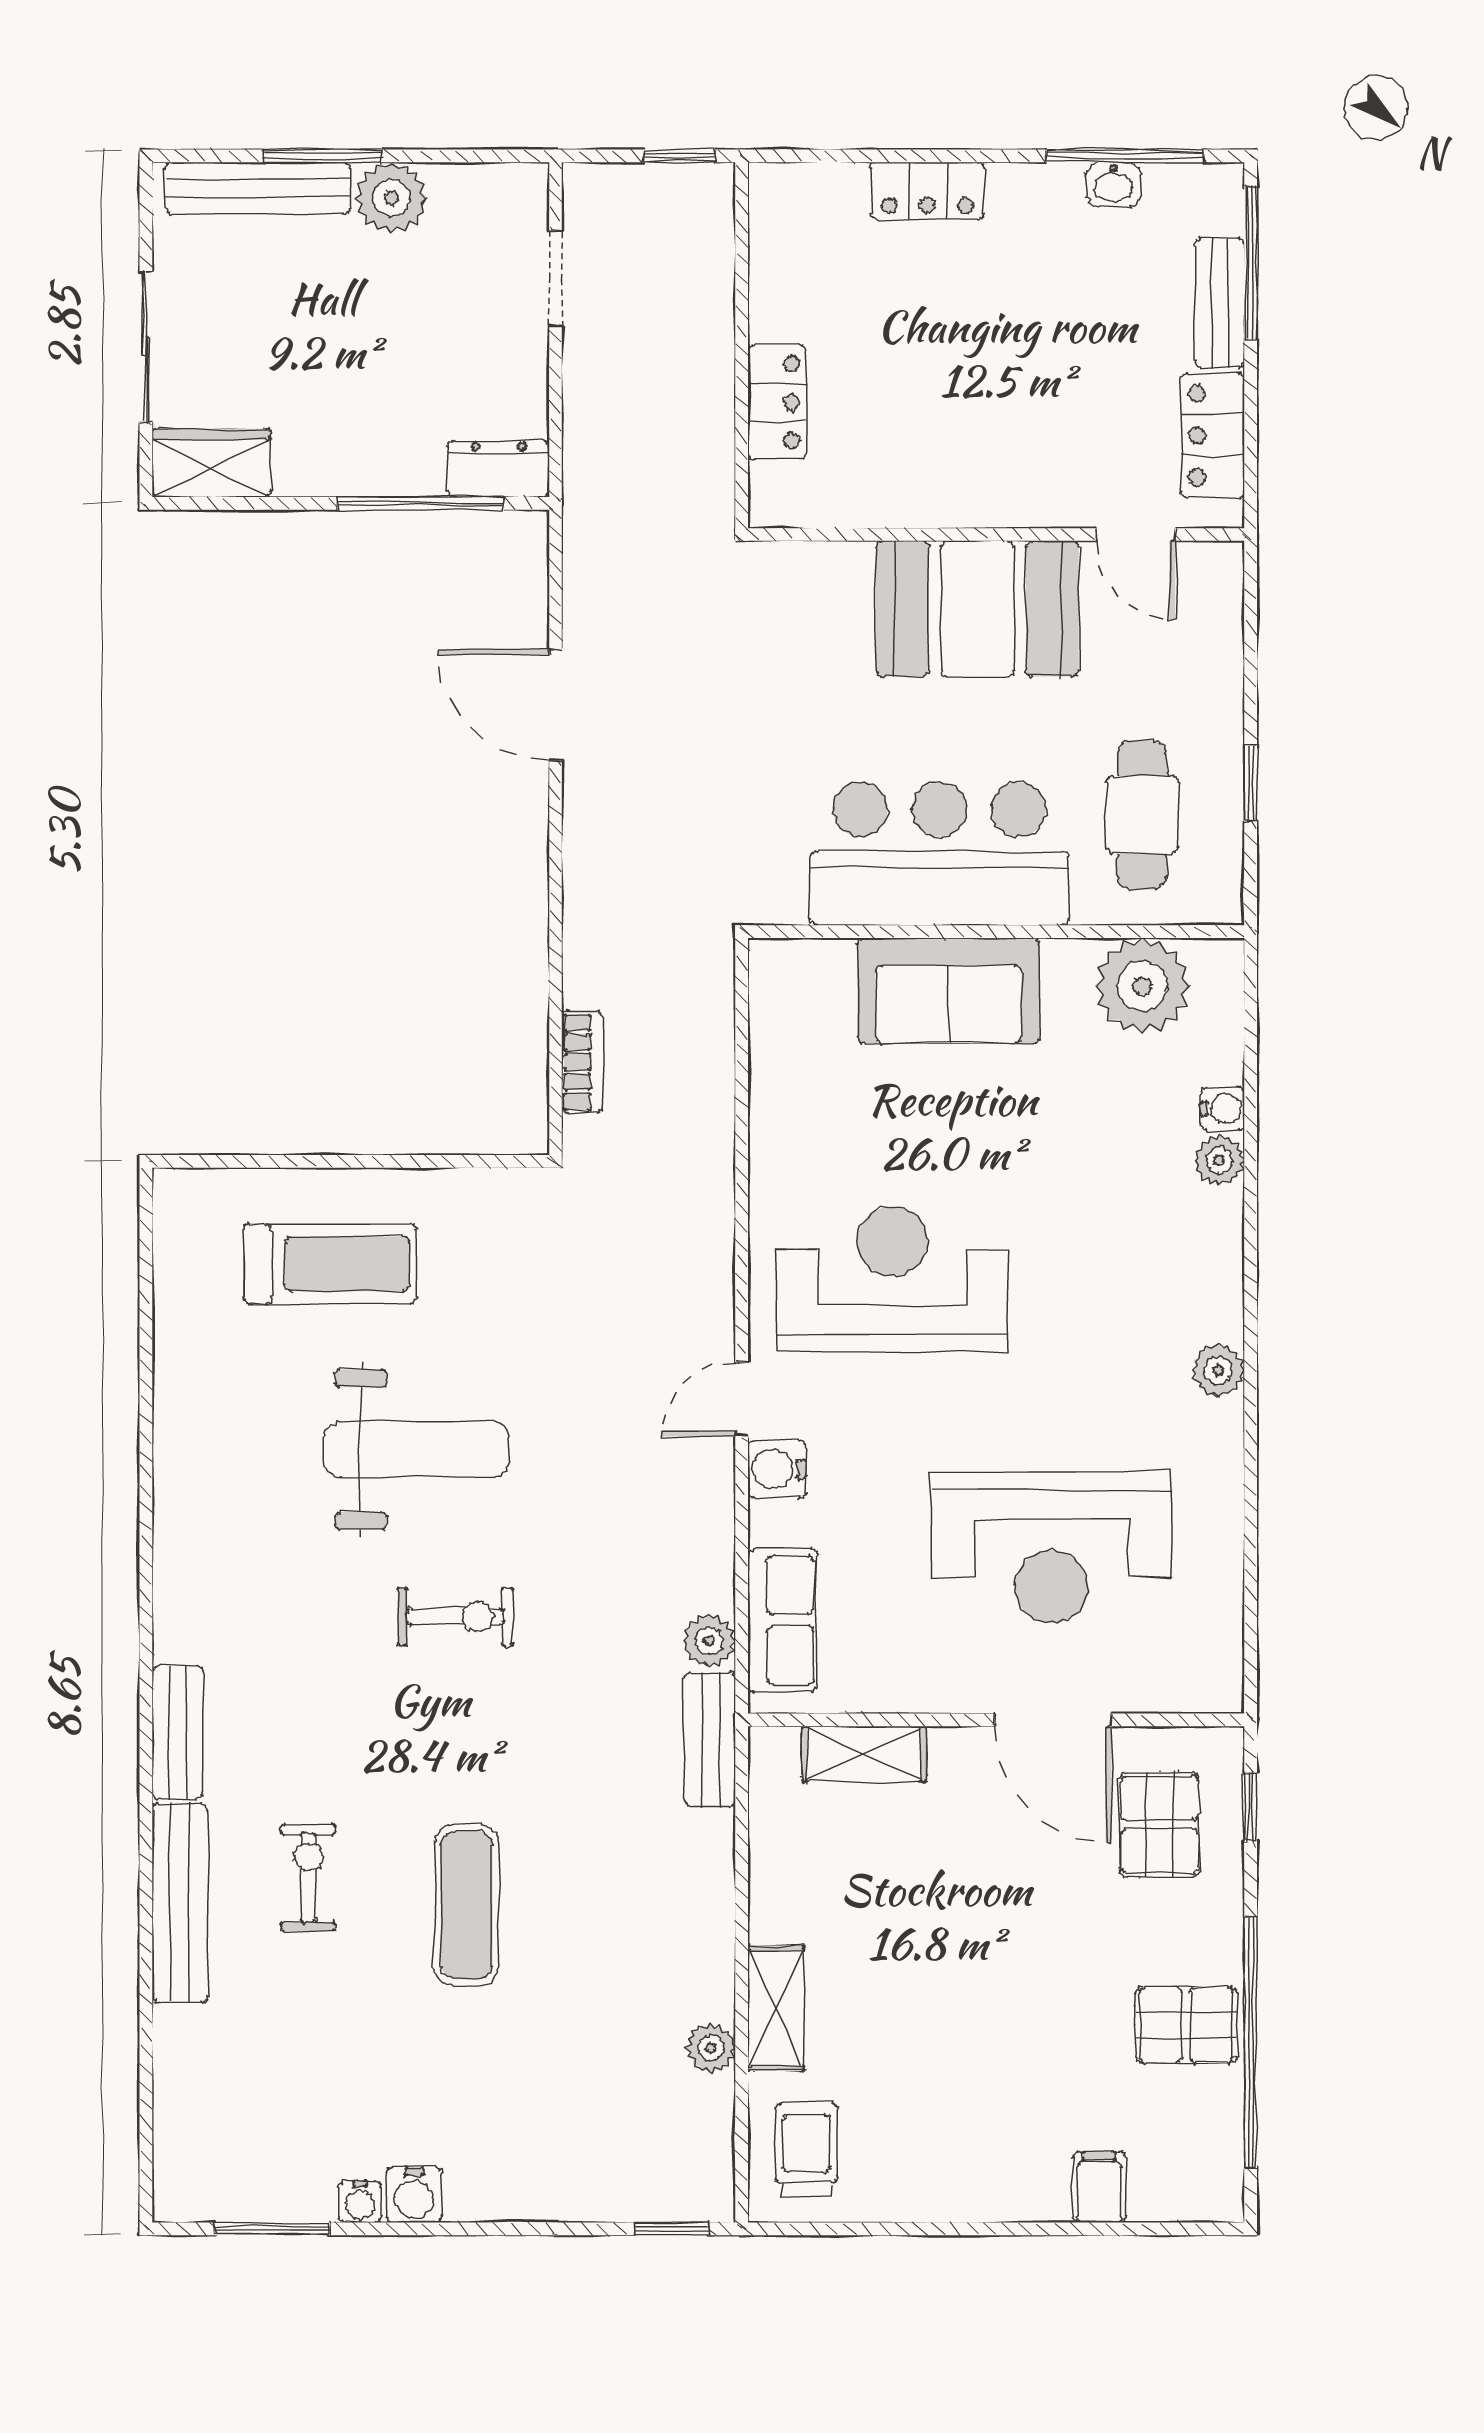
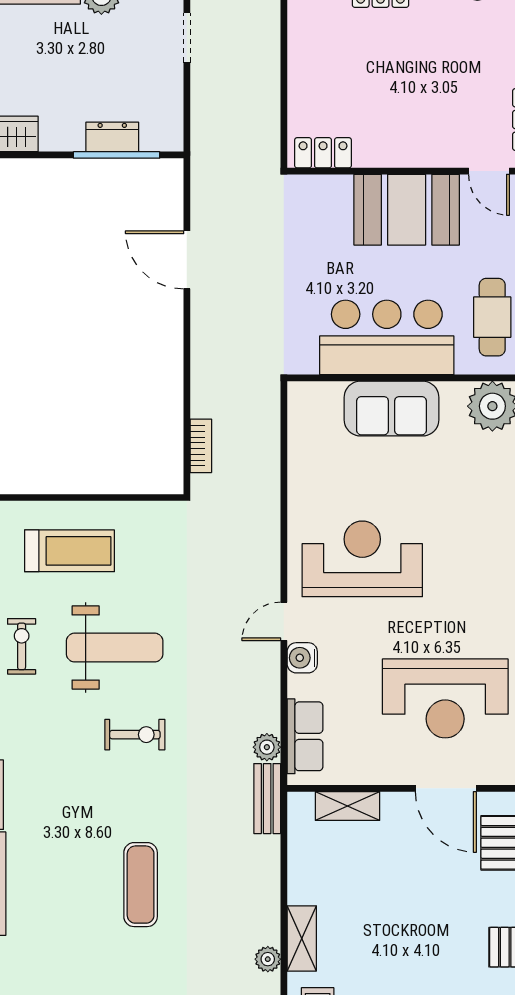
locker: (777, 402) -> (323, 153), moved, turned -90
dresser: (499, 469) -> (112, 137), moved
exercise bike: (308, 1878) -> (22, 646), moved

